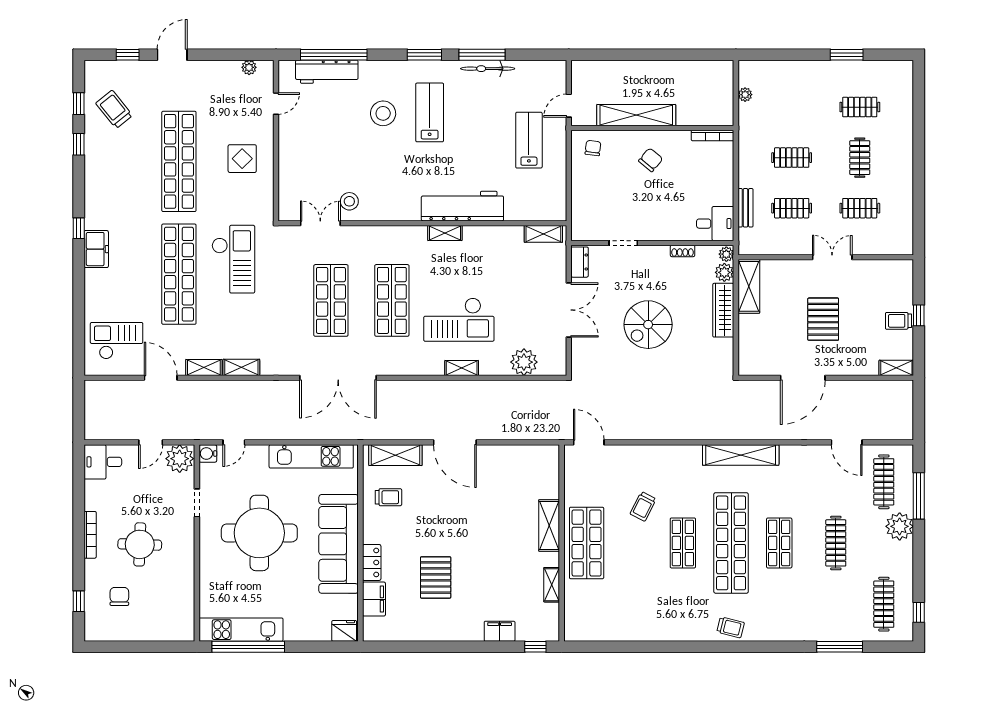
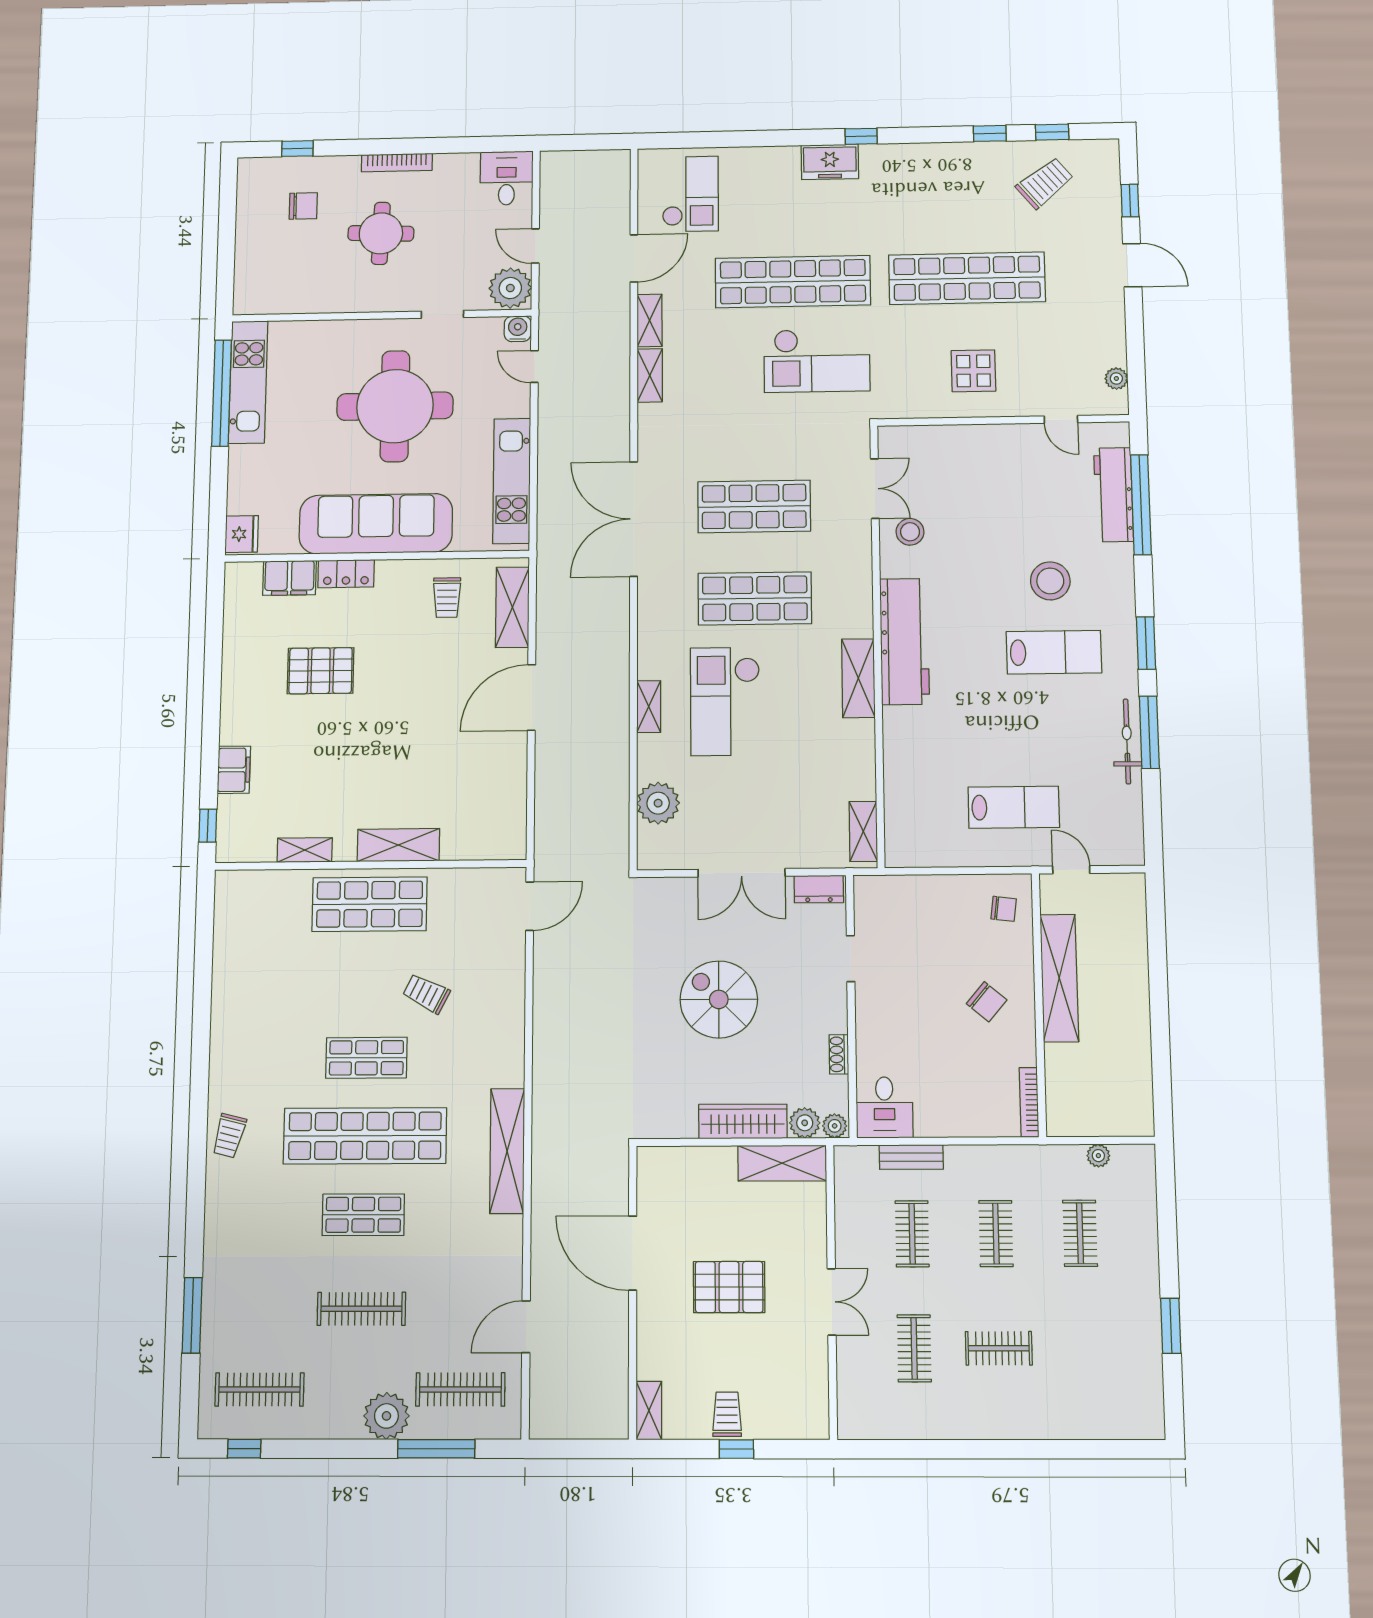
clothes rail: (860, 107) -> (1080, 1233), moved
workbench: (462, 206) -> (905, 641), moved
shelving: (445, 233) -> (858, 678), width x1.50, depth x1.33

